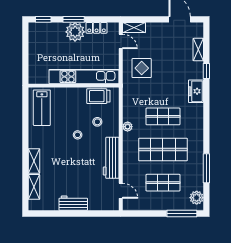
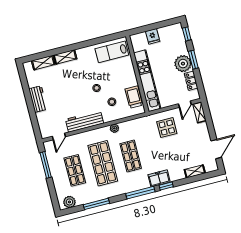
fridge: (36, 58) -> (153, 36), added
window: (206, 71) -> (166, 186), moved
window: (206, 116) -> (140, 193), added
window: (182, 214) -> (46, 165), moved

